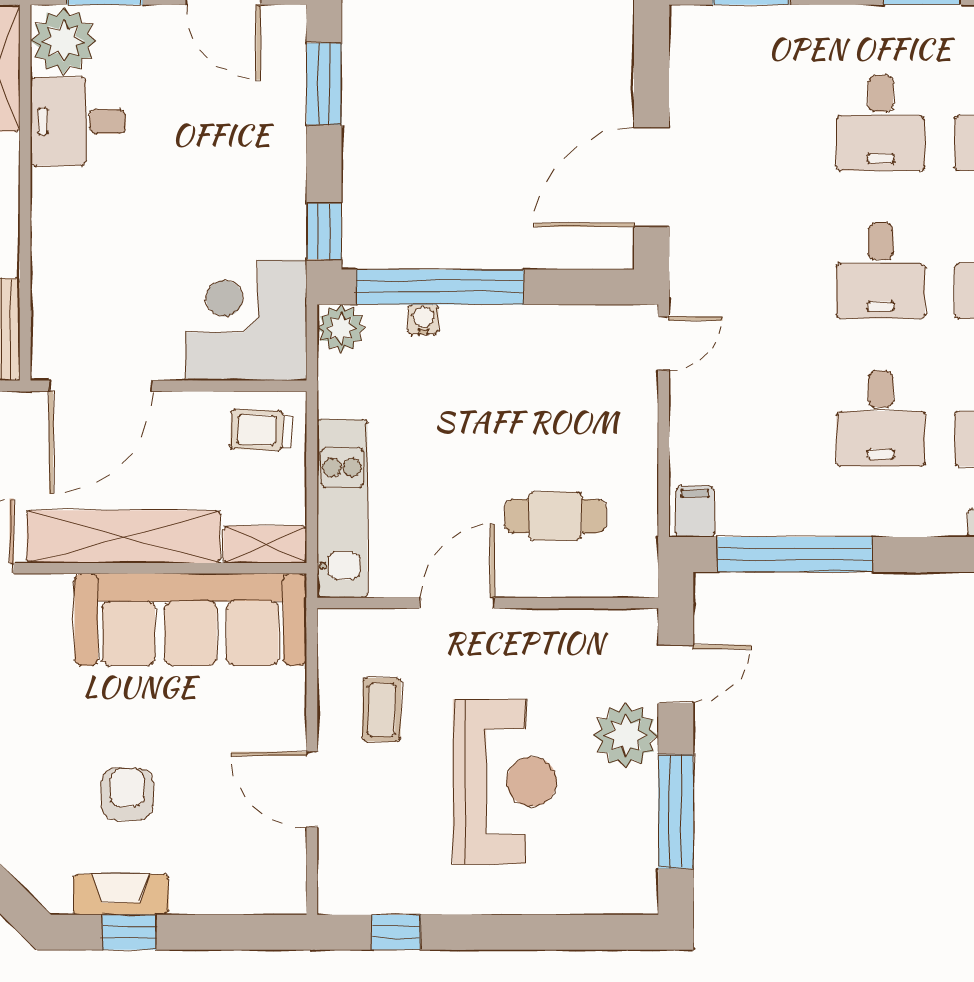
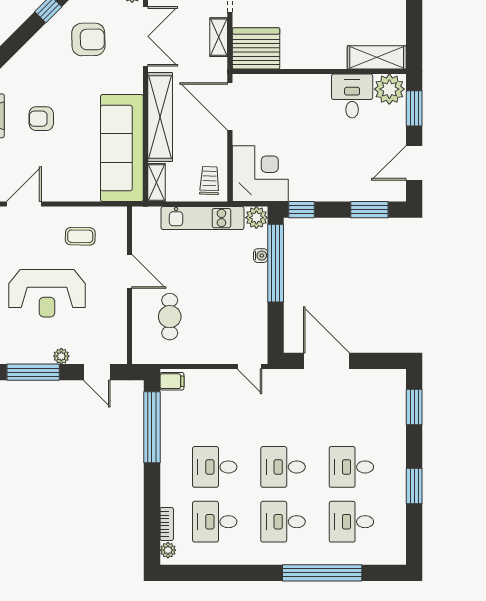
kitchen unit: (342, 509) -> (202, 218), moved
plant: (626, 735) -> (61, 356), width x0.53, depth x0.53
door: (312, 790) -> (24, 204), moved
armchair: (127, 794) -> (41, 119), turned 180

